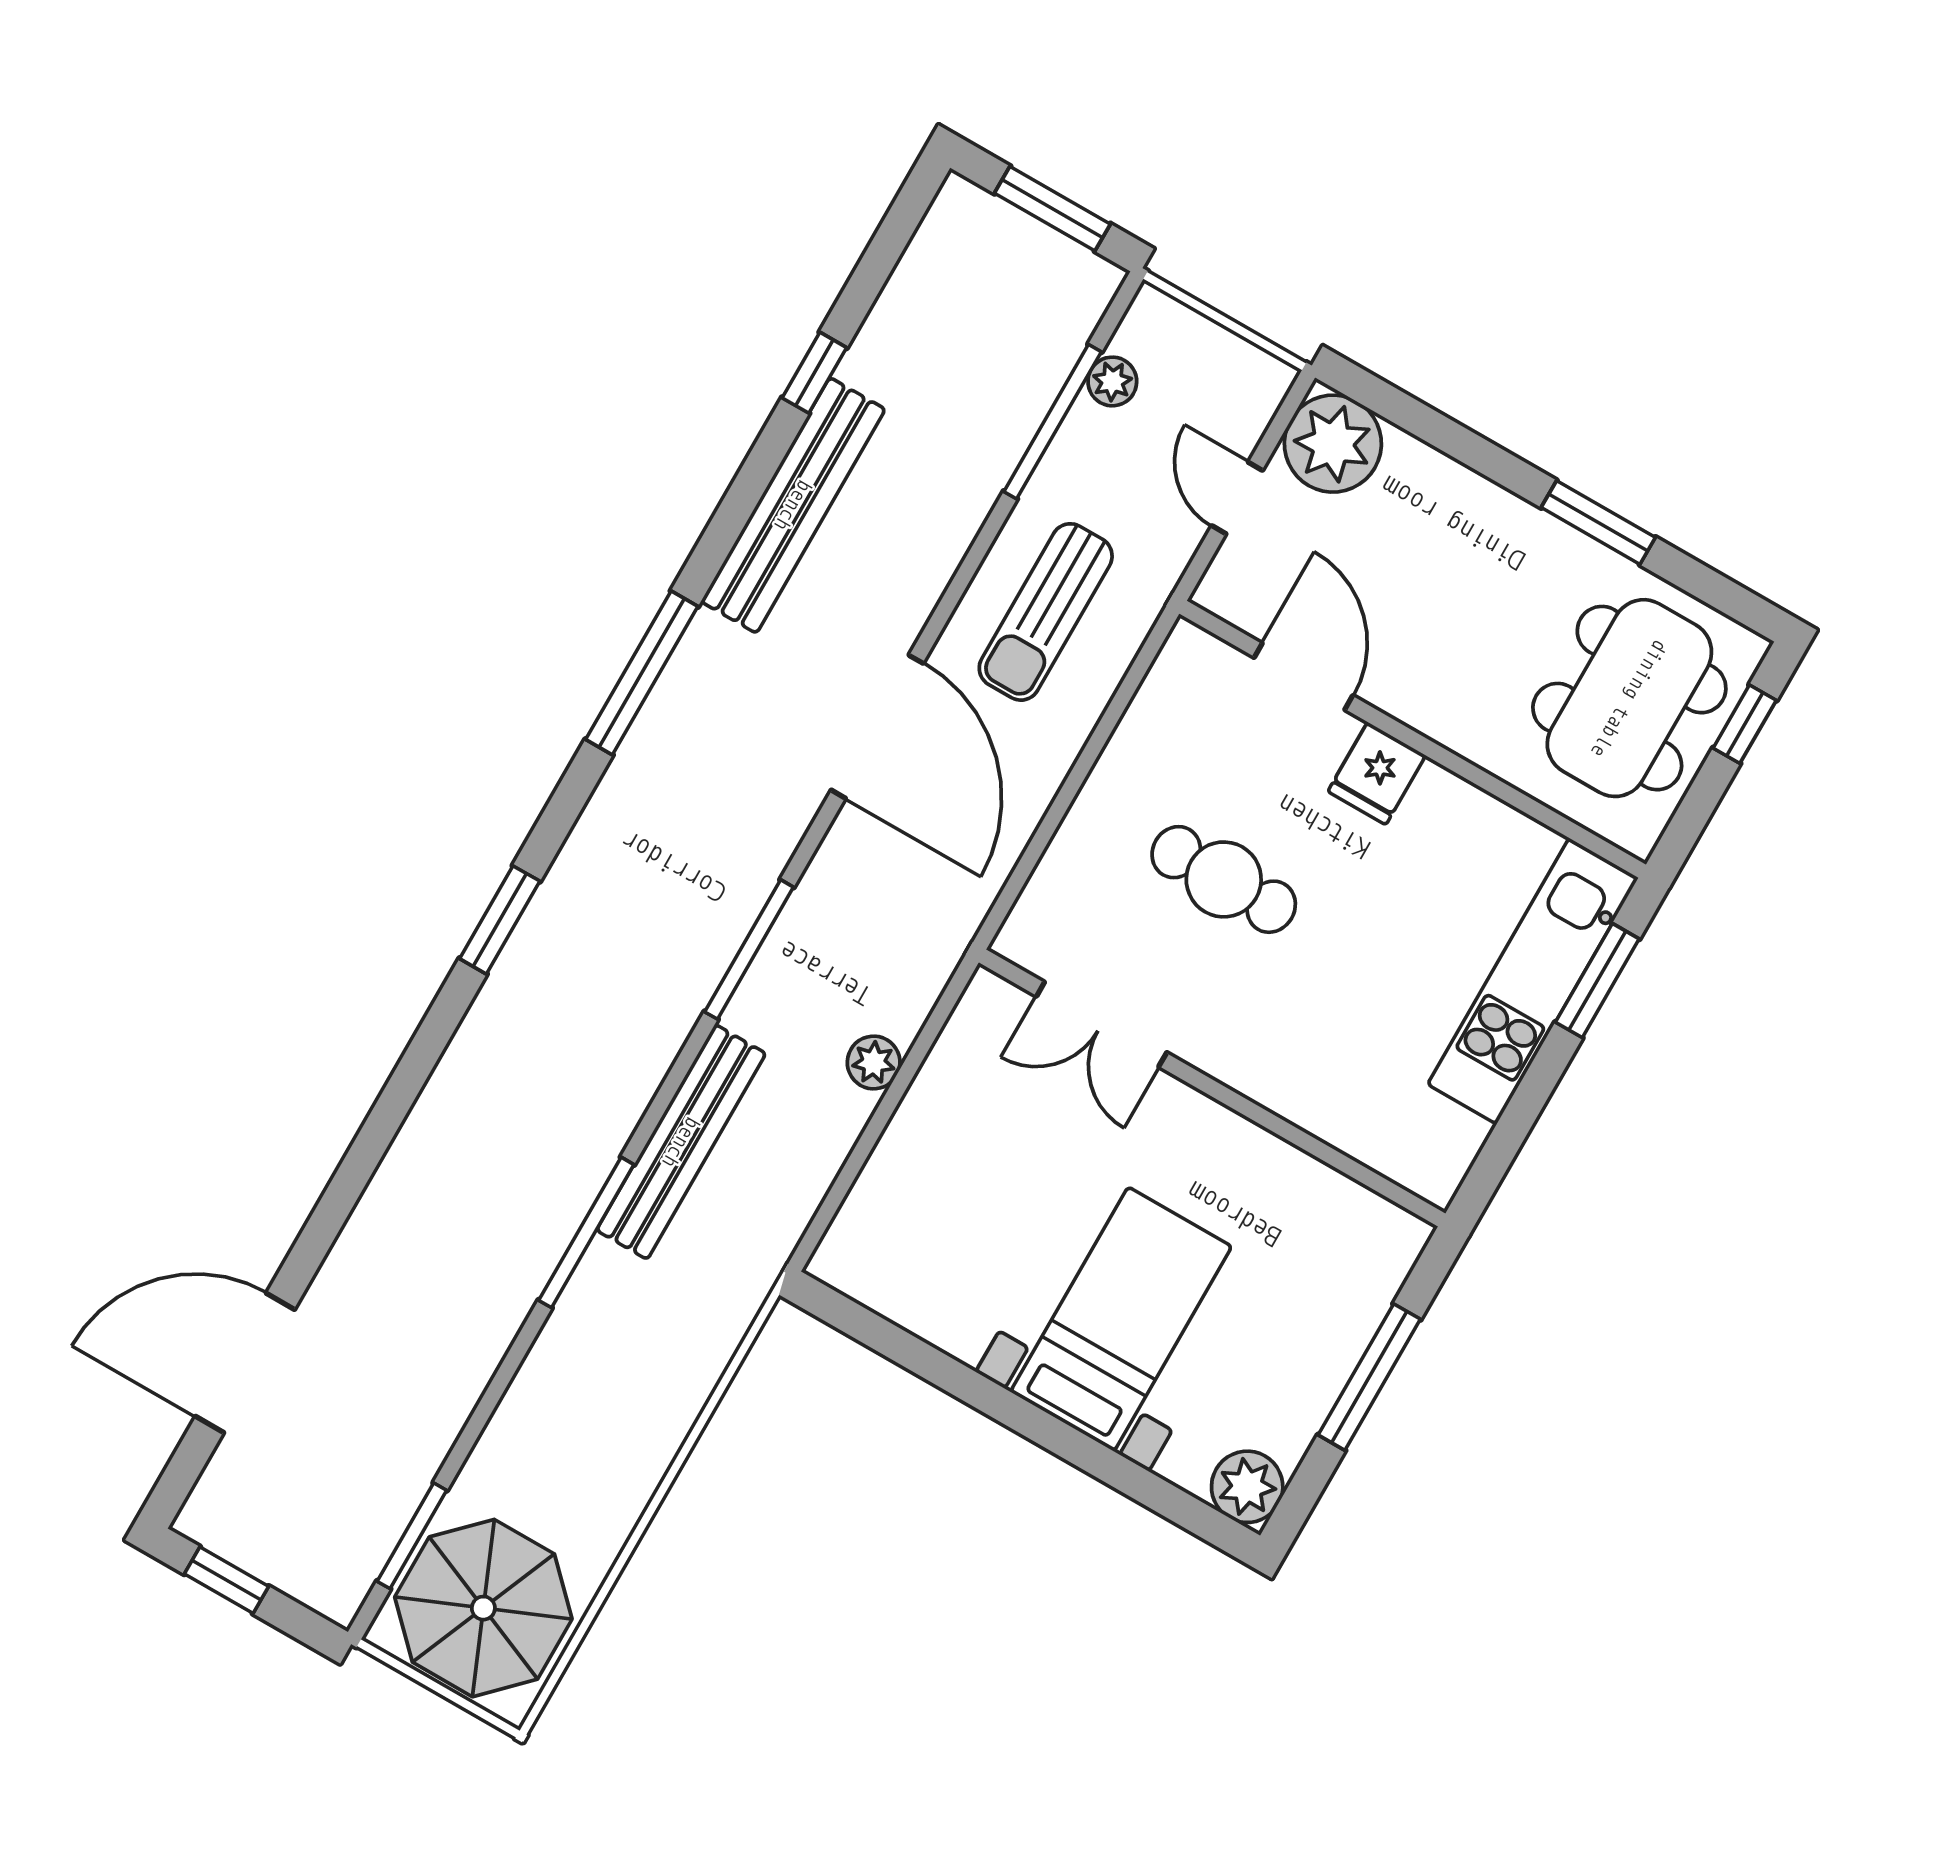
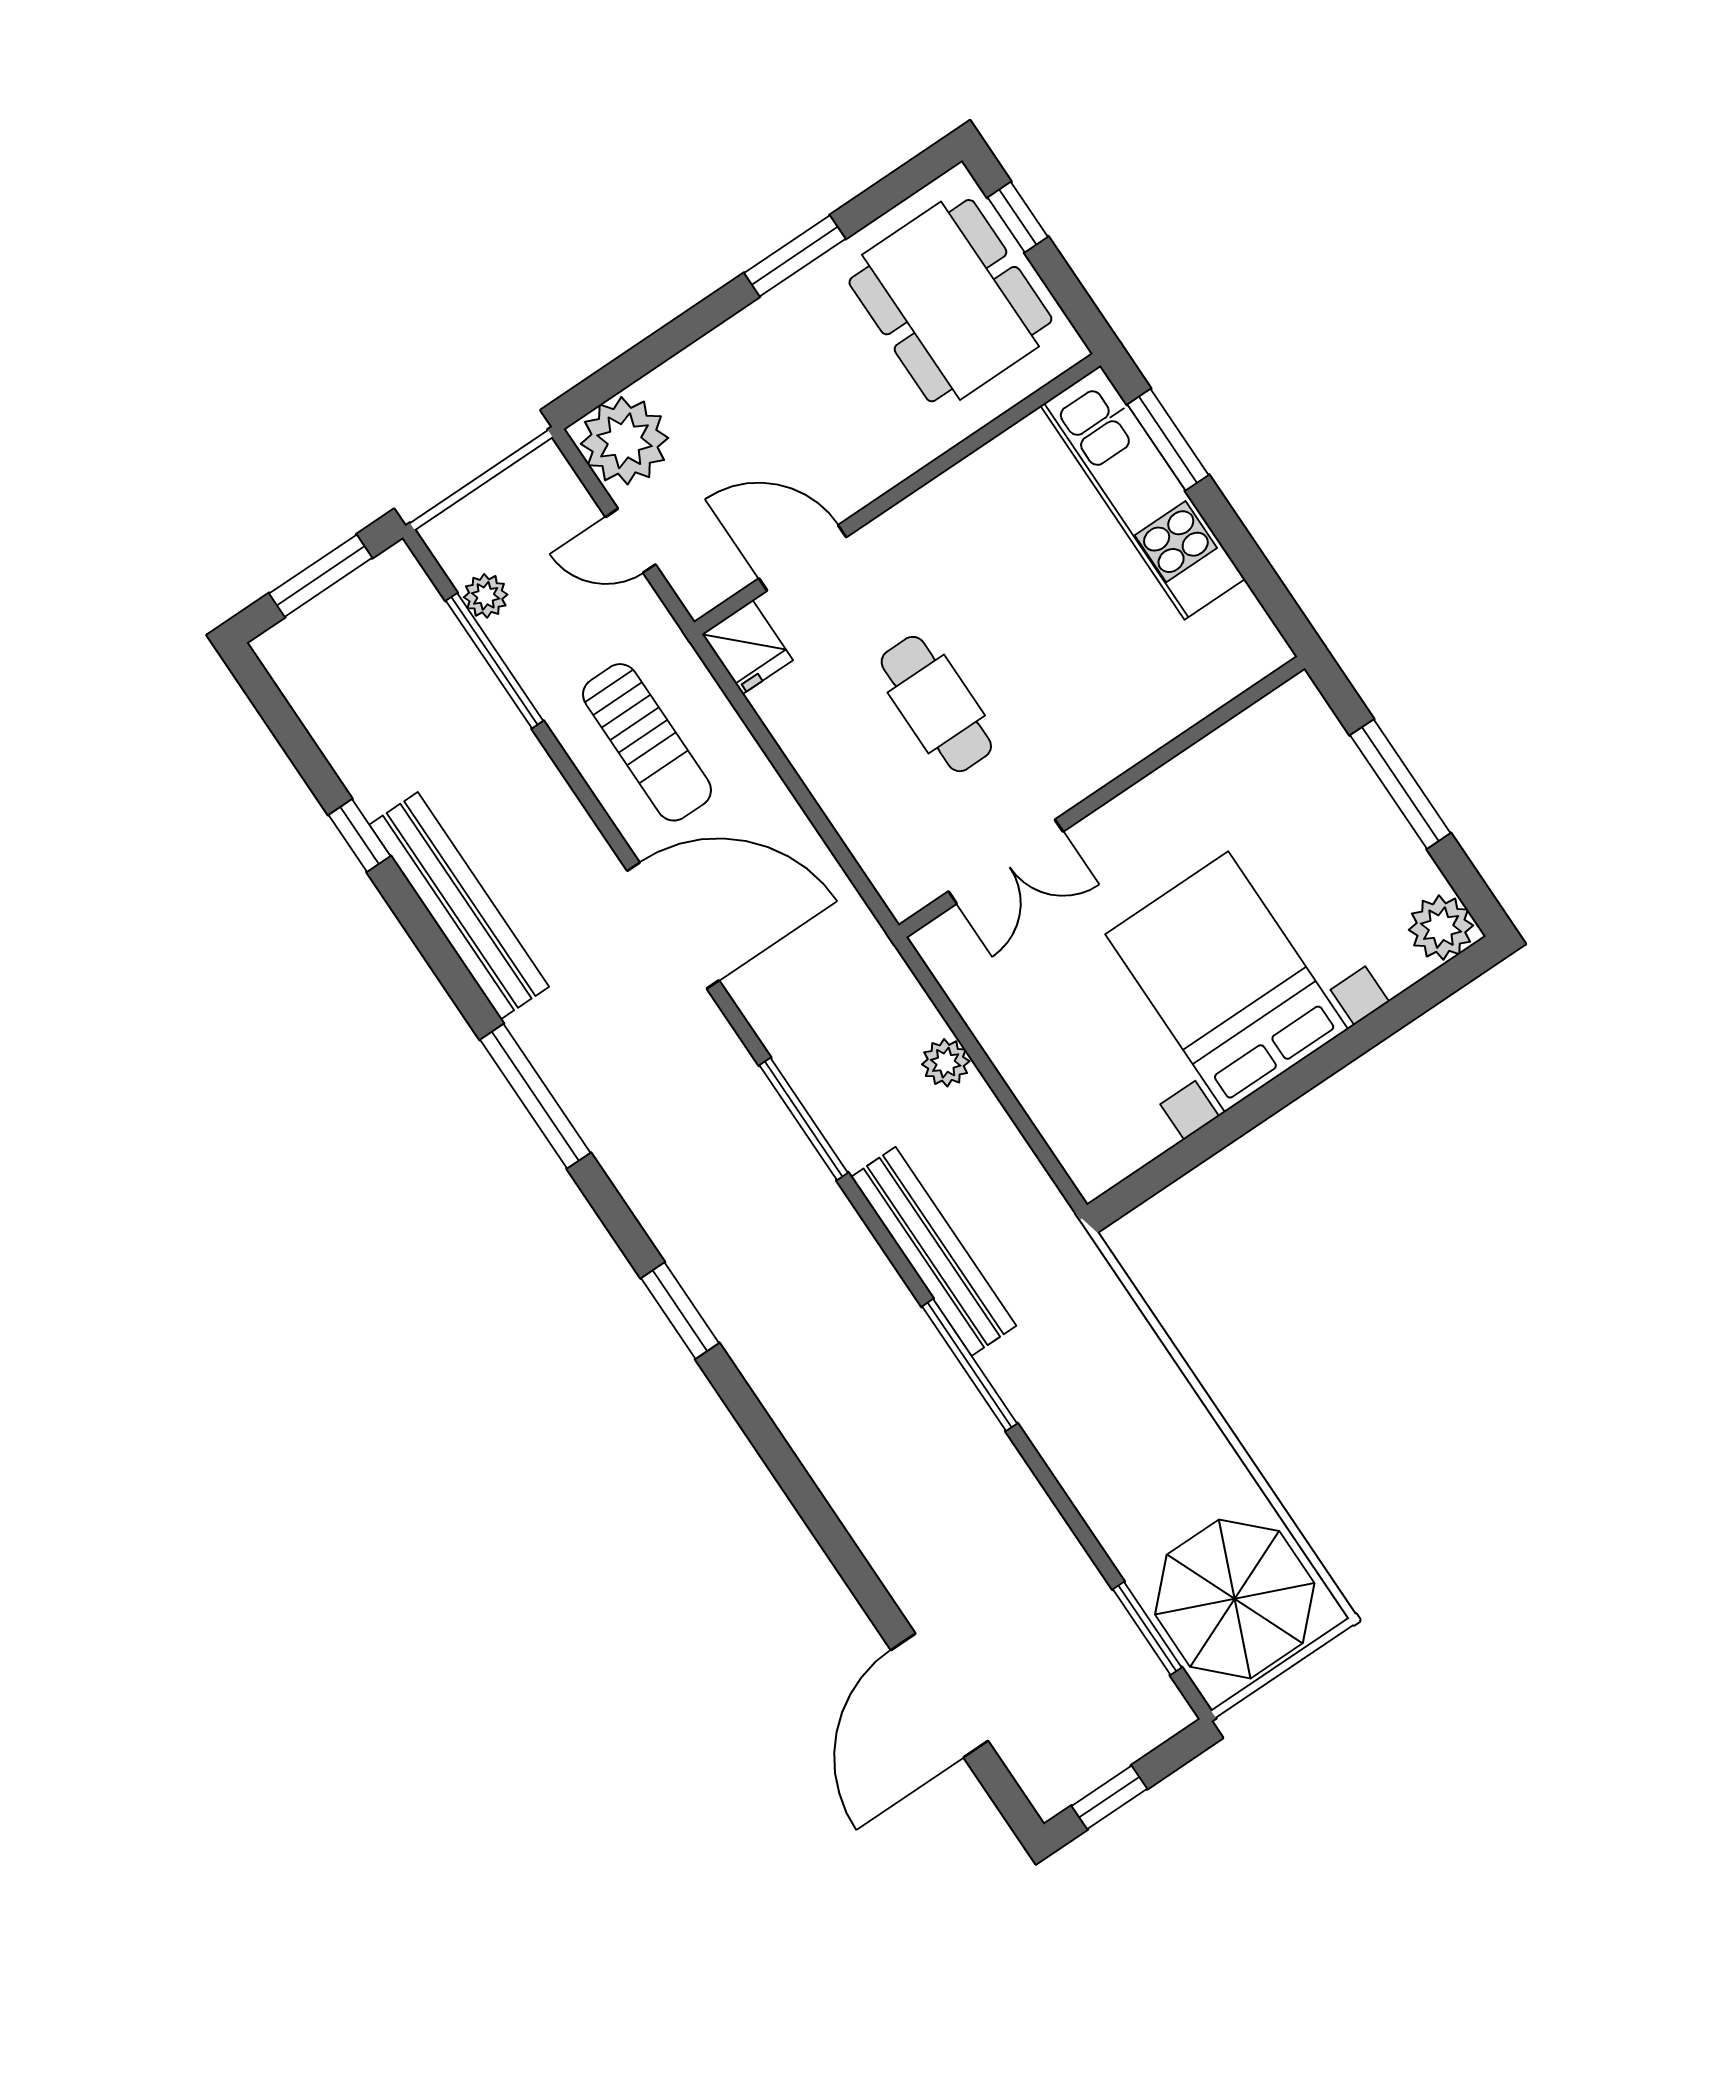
fridge: (1377, 773) -> (747, 647), moved
cafe table: (1224, 879) -> (936, 704), turned 90
bed with nightstands: (1121, 1319) -> (1227, 982), width x1.36

